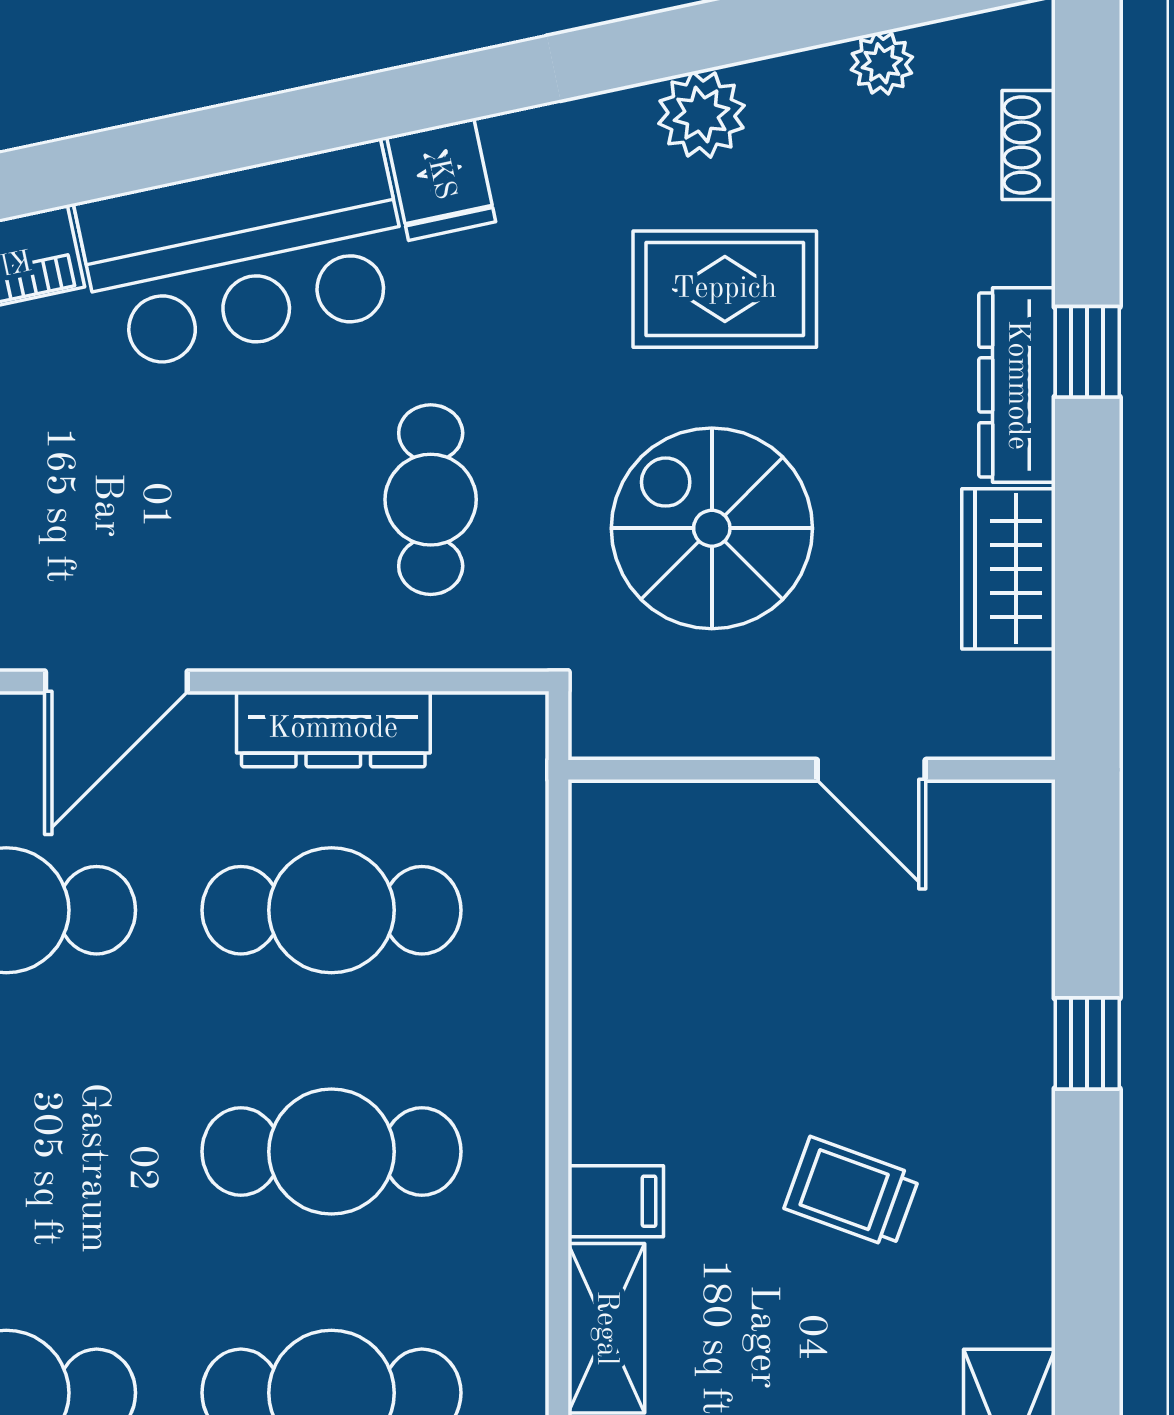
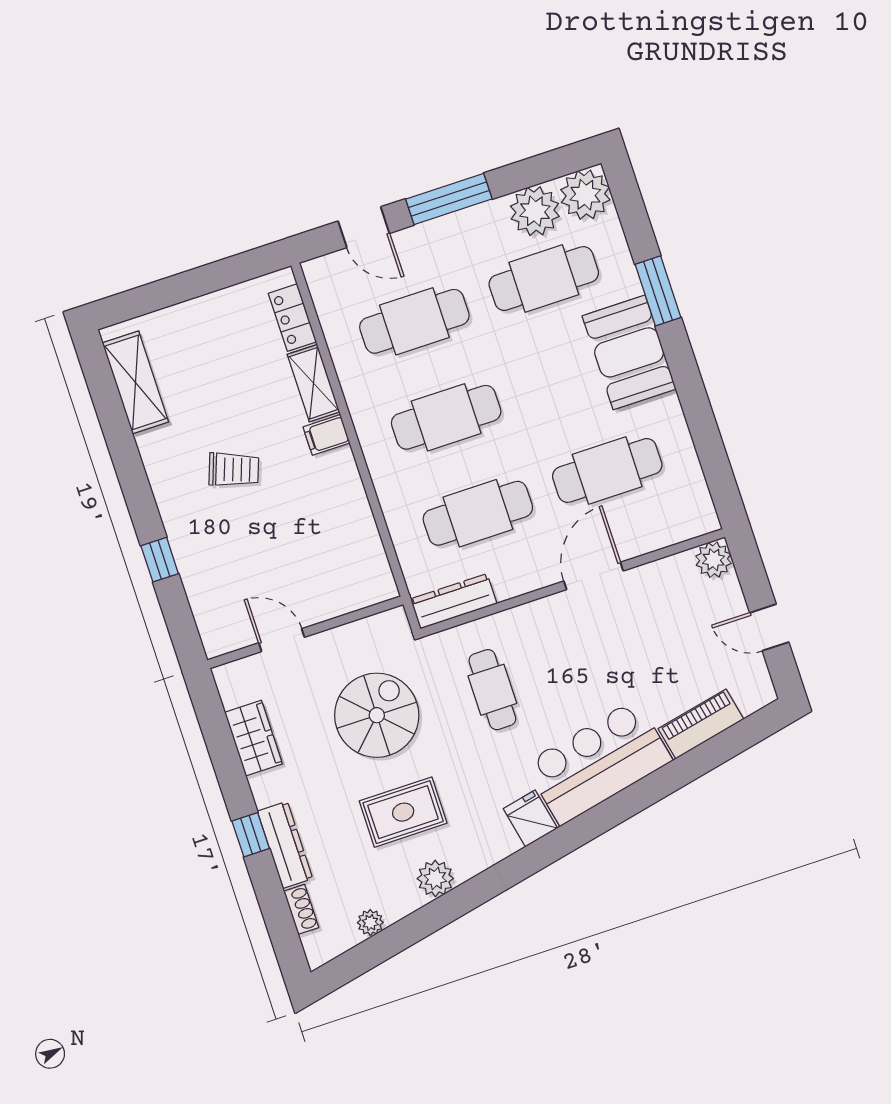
dresser: (1017, 385) -> (285, 845), moved
spiral stairs: (712, 528) -> (377, 715), turned -90
dresser: (333, 729) -> (454, 601), moved

